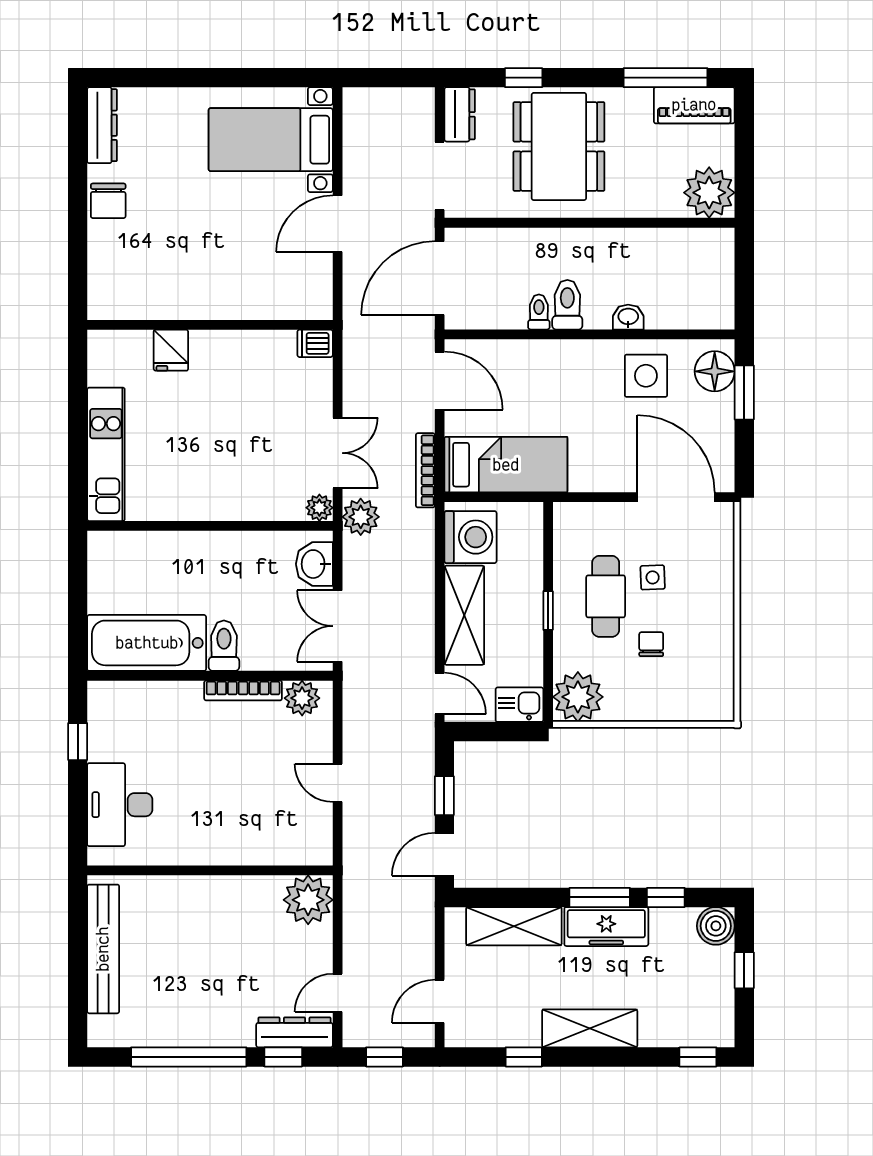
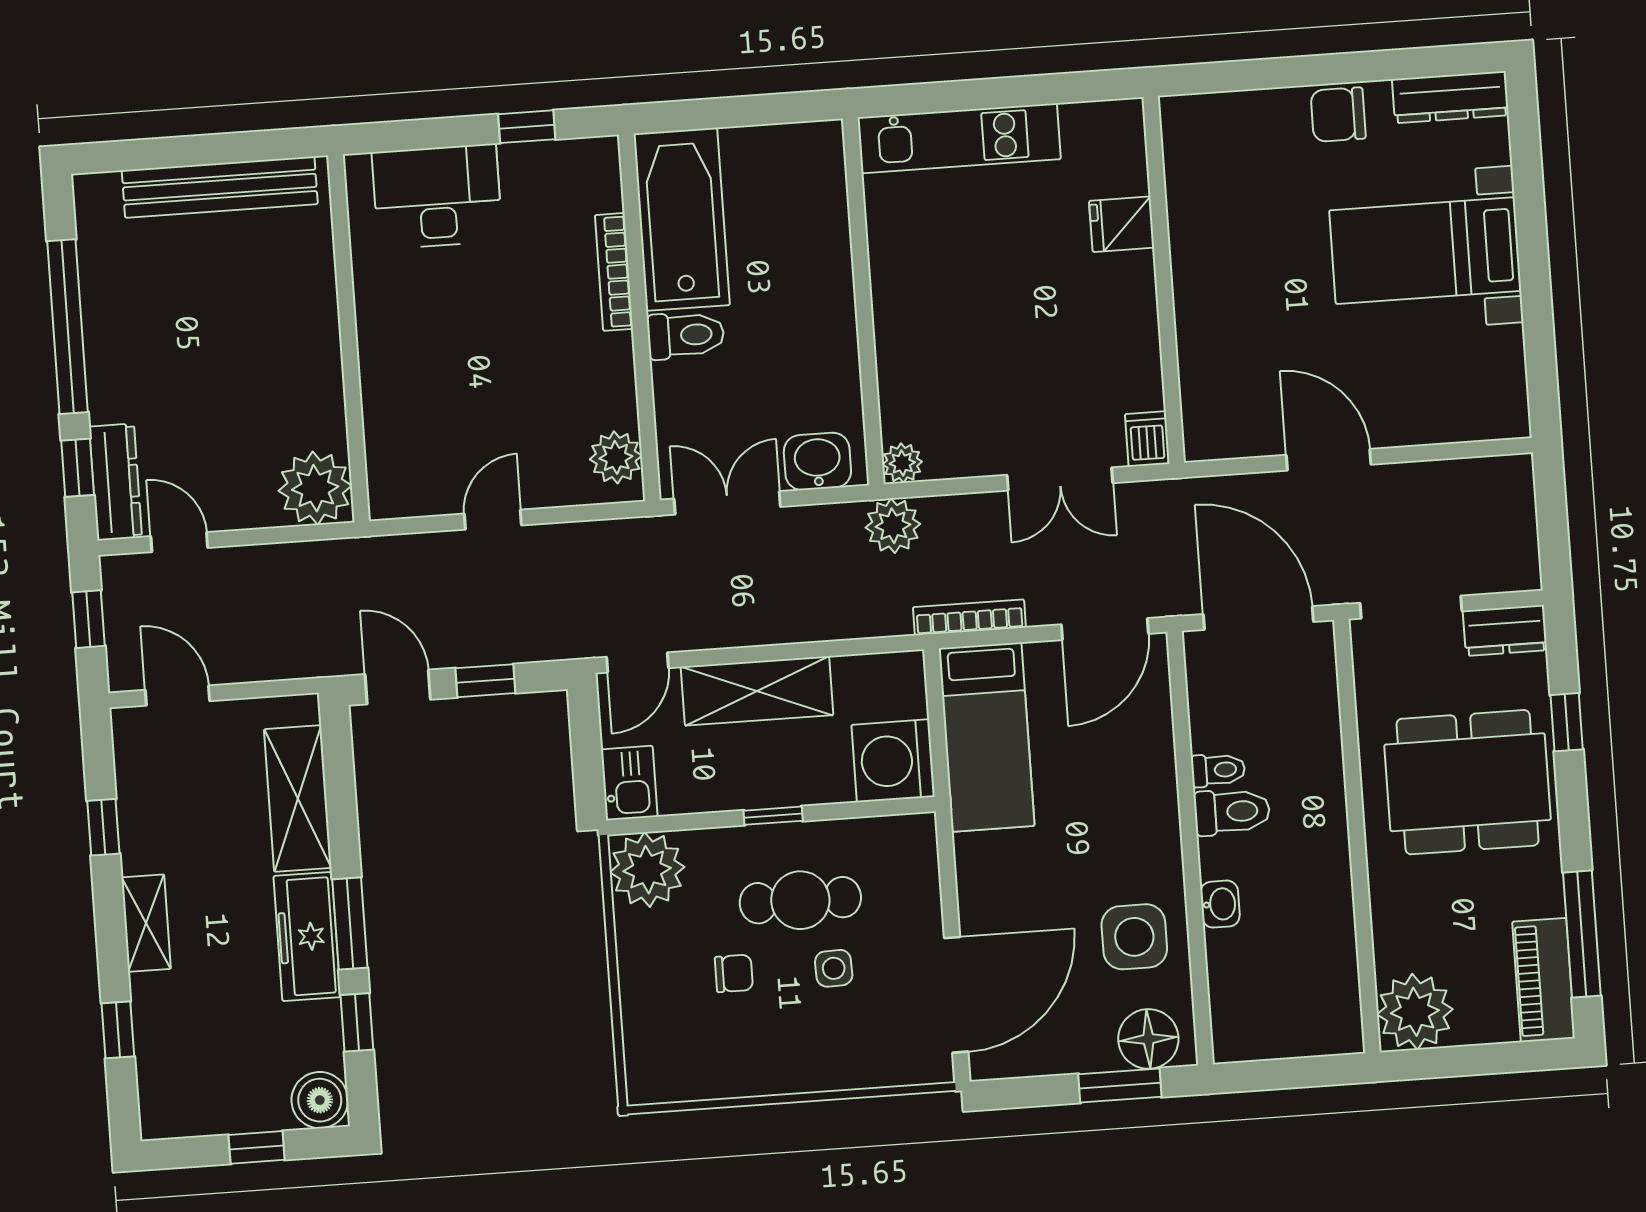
bed with nightstands: (271, 140) -> (1425, 251), moved, turned -90
double door: (338, 453) -> (1060, 479), moved
washing machine: (470, 537) -> (893, 761), moved, turned 90
bookcase: (243, 690) -> (614, 272), moved
shelving: (590, 1028) -> (146, 923), width x0.67, depth x0.75
window: (698, 1057) -> (118, 1030), moved

